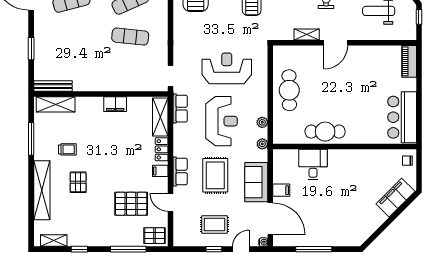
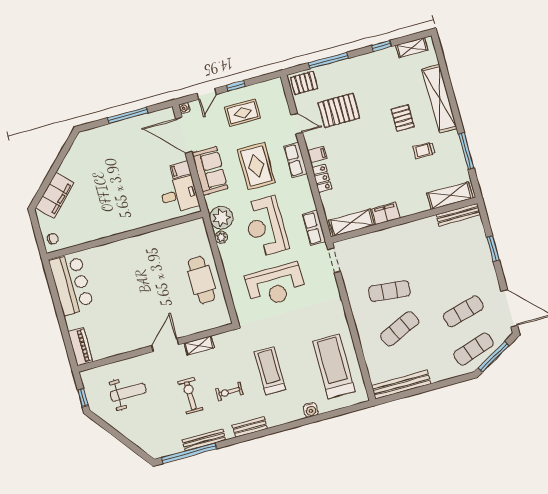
shelving: (160, 117) -> (352, 223), moved, turned 90
cafe table: (325, 132) -> (150, 246), removed
plant: (262, 144) -> (221, 218), width x1.87, depth x1.87
desk: (313, 164) -> (179, 195), moved, turned -90

